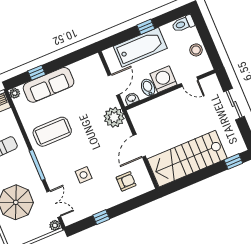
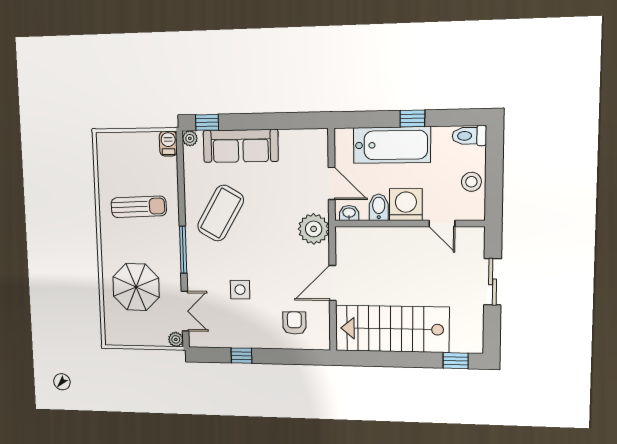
window: (37, 73) -> (207, 122), moved
door: (114, 85) -> (332, 184), hinge flipped
coffee table: (52, 132) -> (221, 213), turned -60
armchair: (126, 181) -> (294, 323), turned -90

